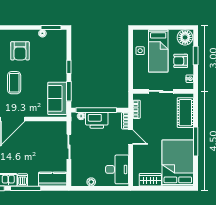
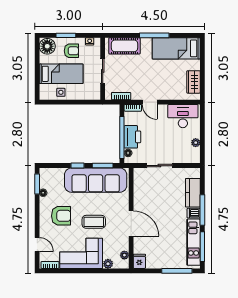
armchair: (181, 61) -> (71, 51), turned -90
sofa: (57, 98) -> (96, 180), width x1.85, depth x1.27
door: (131, 137) -> (150, 102), swing flipped
bed: (178, 163) -> (176, 48), width x0.67
kitchen counter: (53, 179) -> (193, 193), moved

